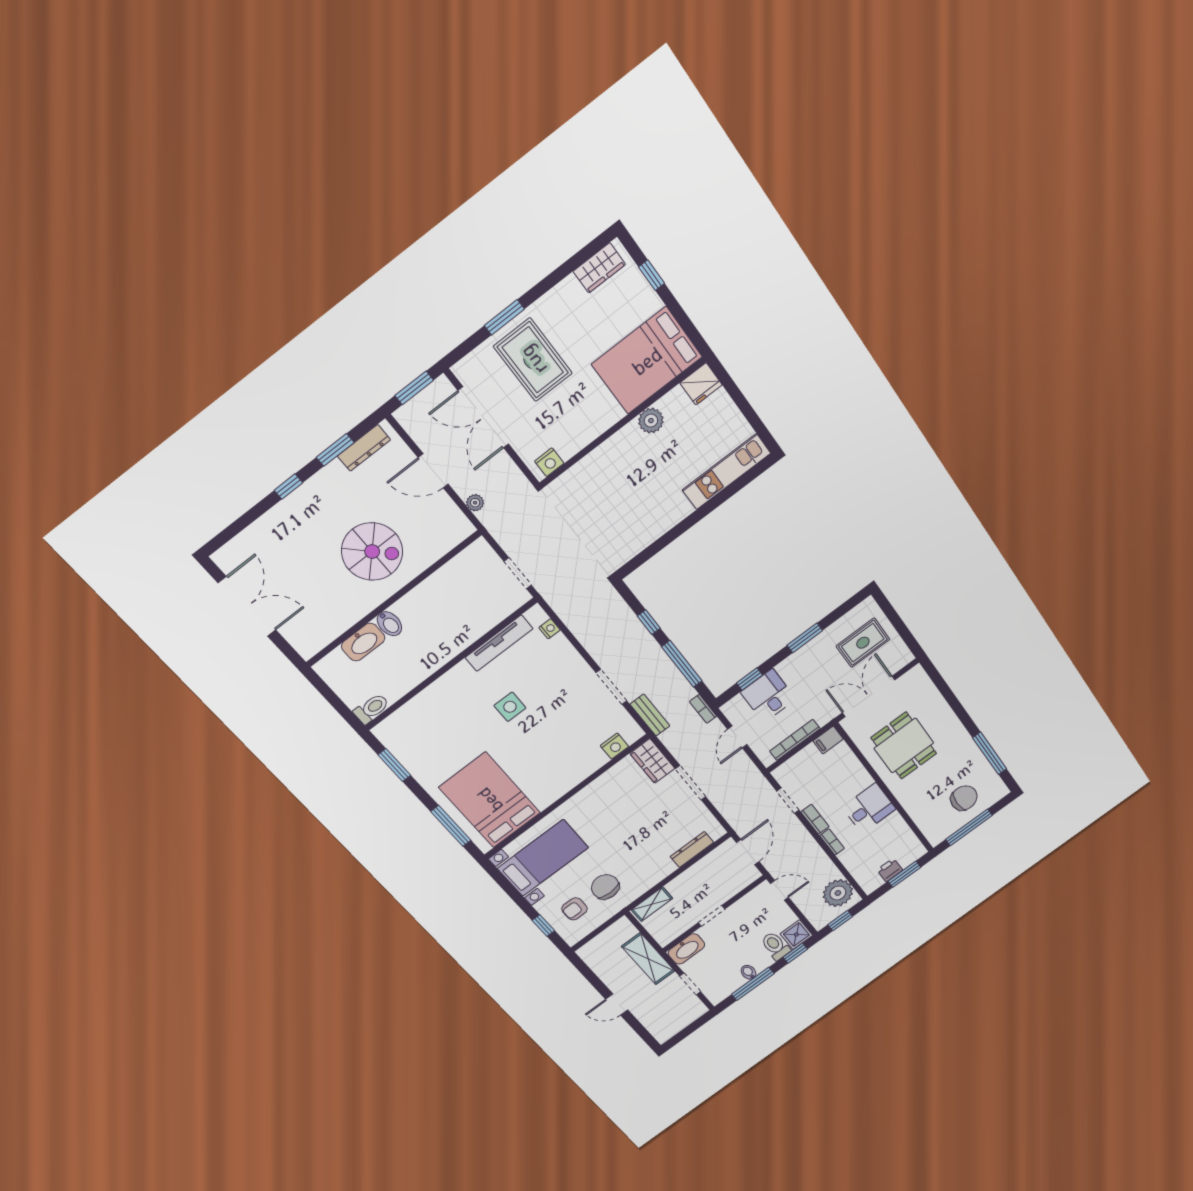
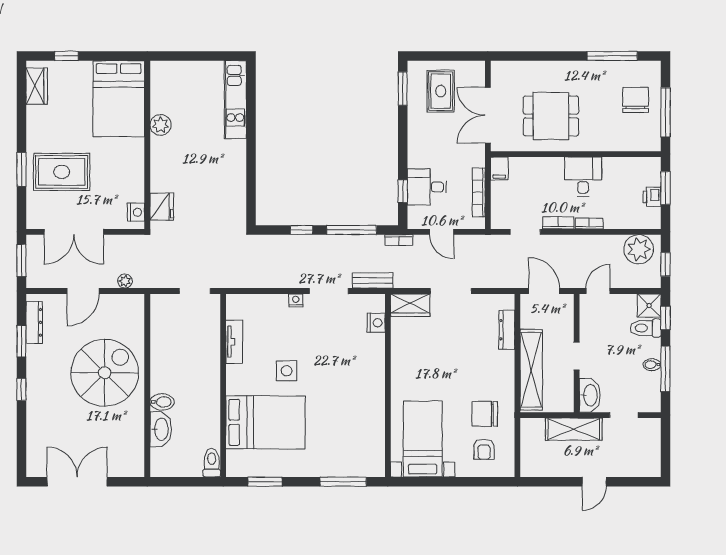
fridge: (701, 384) -> (162, 207), moved
spiral stairs: (372, 552) -> (105, 373), width x1.37, depth x1.37
nightstand: (550, 629) -> (296, 300), moved
window: (805, 638) -> (403, 89), moved
tv unit: (499, 643) -> (234, 342), width x0.71
bed: (490, 800) -> (265, 422), moved, turned 180
shelving: (652, 904) -> (531, 370), width x2.20, depth x1.33
window: (543, 926) -> (479, 482), removed

